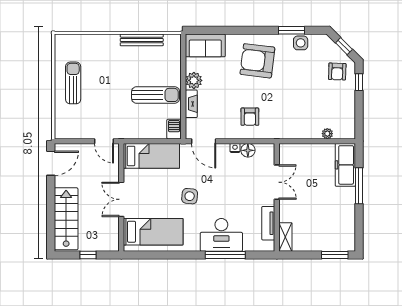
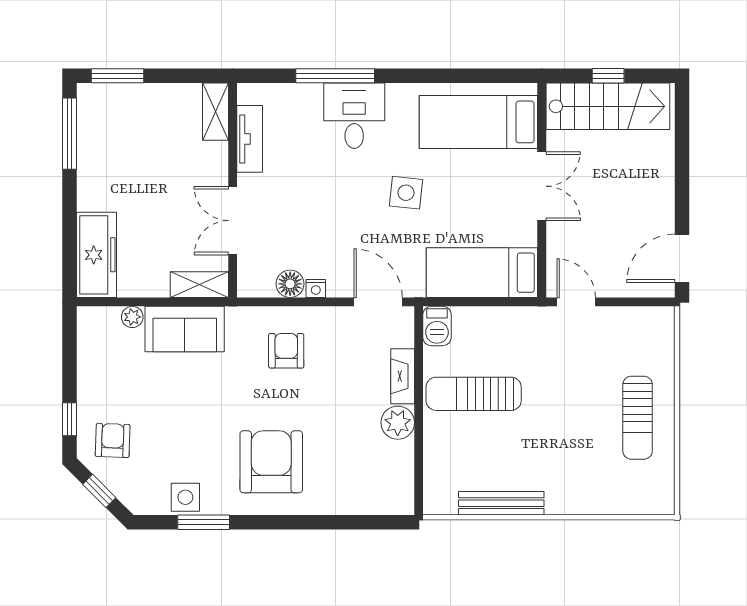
sofa: (205, 45) -> (185, 329), moved, turned 180
armchair: (257, 61) -> (271, 462), turned -97
shelving: (294, 150) -> (199, 285), added
window: (359, 186) -> (69, 134), moved
stairs: (66, 219) -> (608, 106), moved, turned -90
desk: (221, 235) -> (354, 116), width x0.73

